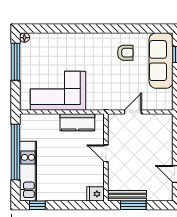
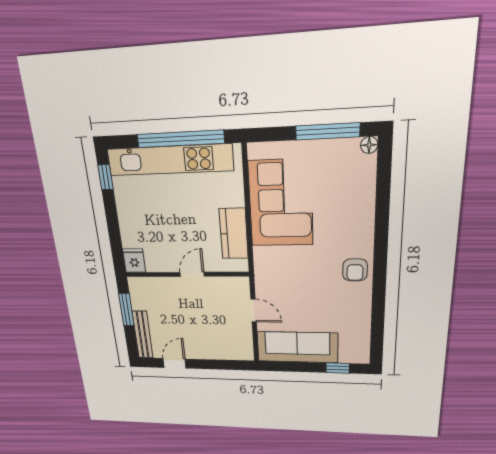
armchair: (125, 53) -> (355, 270), moved
sofa: (161, 61) -> (297, 347), moved
kitchen unit: (28, 171) -> (170, 160), width x1.36
bench: (127, 196) -> (143, 335), moved

